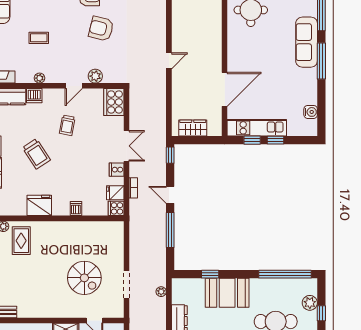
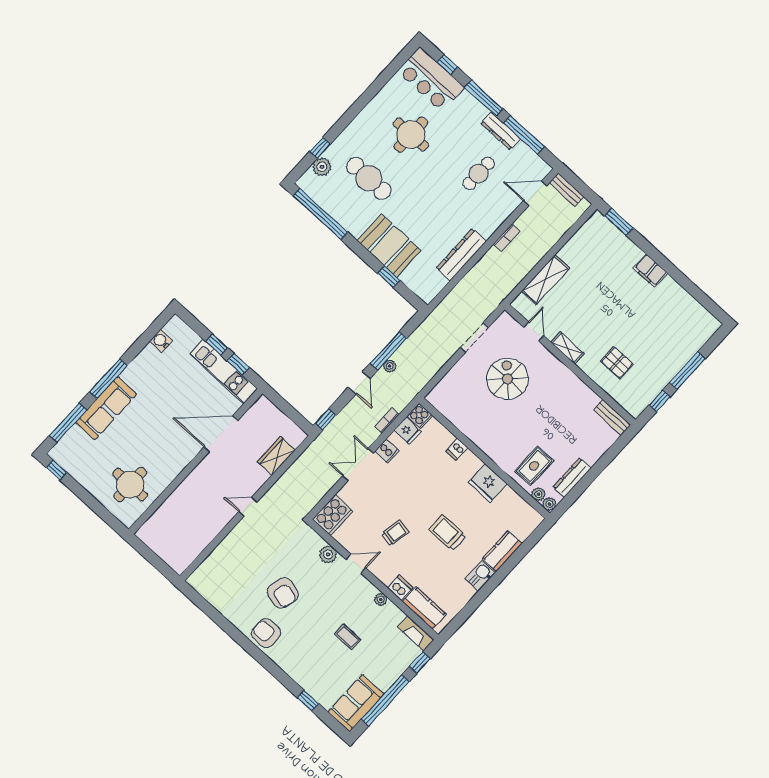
wardrobe: (193, 128) -> (276, 456), moved, turned 90
trolley: (36, 154) -> (447, 533), turned -57
plant: (161, 292) -> (390, 366), moved

